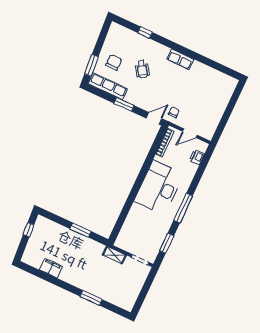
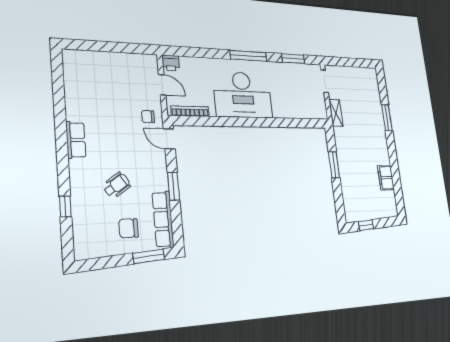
printer: (197, 157) -> (171, 63), moved

